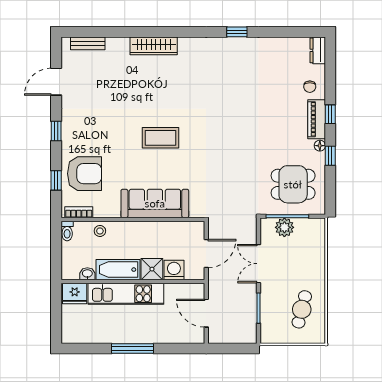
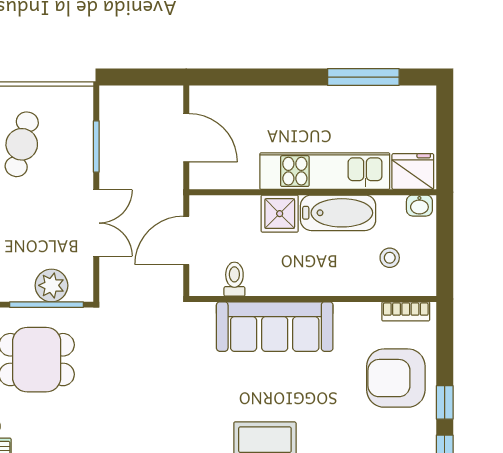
window: (56, 180) -> (445, 402), moved
toilet: (67, 231) -> (234, 279), moved
stool: (100, 231) -> (390, 258), moved
washing machine: (174, 270) -> (242, 212), removed
washbasin: (87, 274) -> (419, 206), moved
window: (132, 348) -> (363, 77), moved

